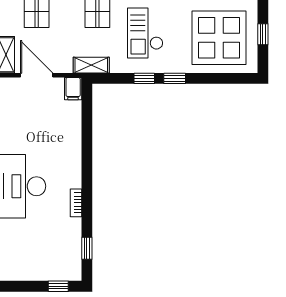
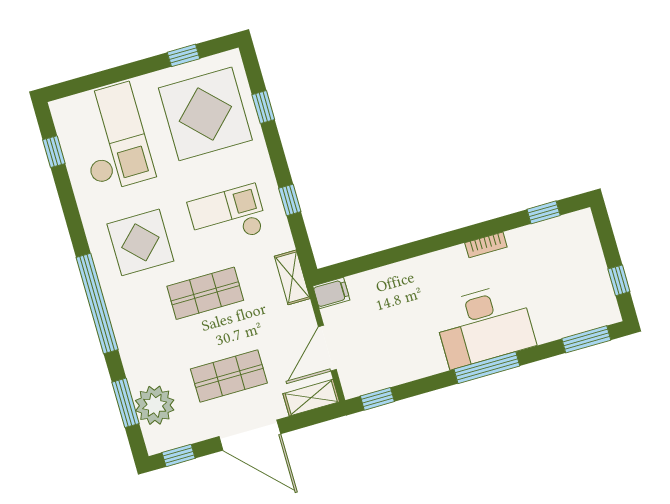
checkout: (145, 33) -> (228, 216), turned 180
window: (175, 78) -> (263, 107), moved
window: (58, 286) -> (619, 280), moved

